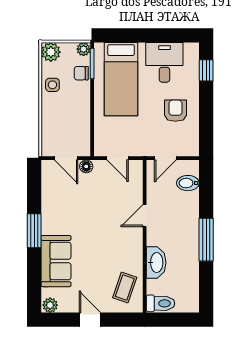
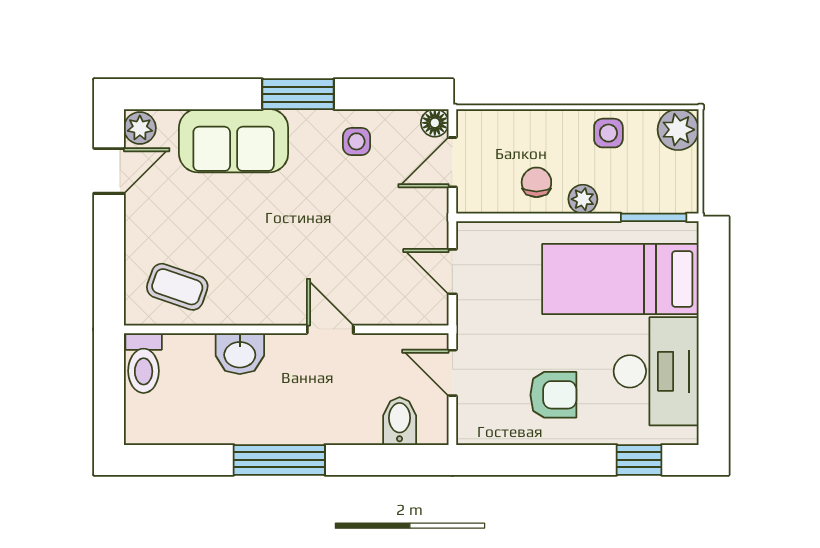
plant: (84, 49) -> (583, 199), moved
desk: (164, 62) -> (656, 371), width x1.37
chair: (81, 73) -> (536, 182), moved
door: (118, 158) -> (452, 272), hinge flipped
floor lamp: (86, 166) -> (435, 123), moved
side table: (56, 203) -> (357, 141), added
washbasin: (156, 263) -> (240, 354), width x0.72
door: (90, 320) -> (109, 171), moved

